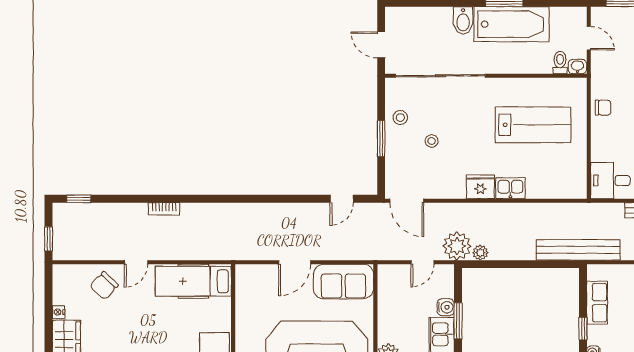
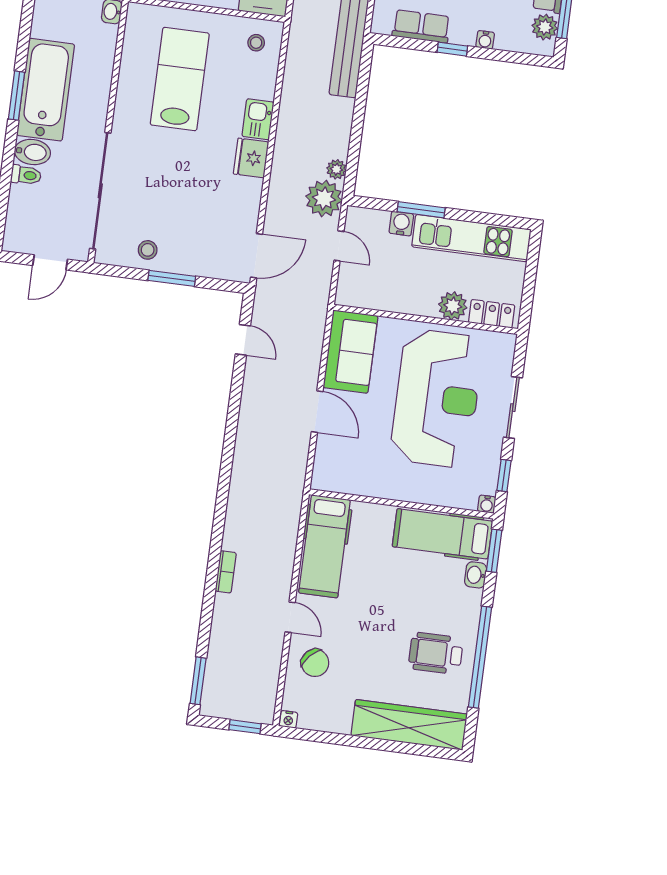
toilet: (560, 62) -> (26, 175), moved, turned 180
stool: (432, 141) -> (256, 43), moved
window: (79, 199) -> (198, 681), width x1.50
nightstand: (59, 312) -> (288, 719), moved

